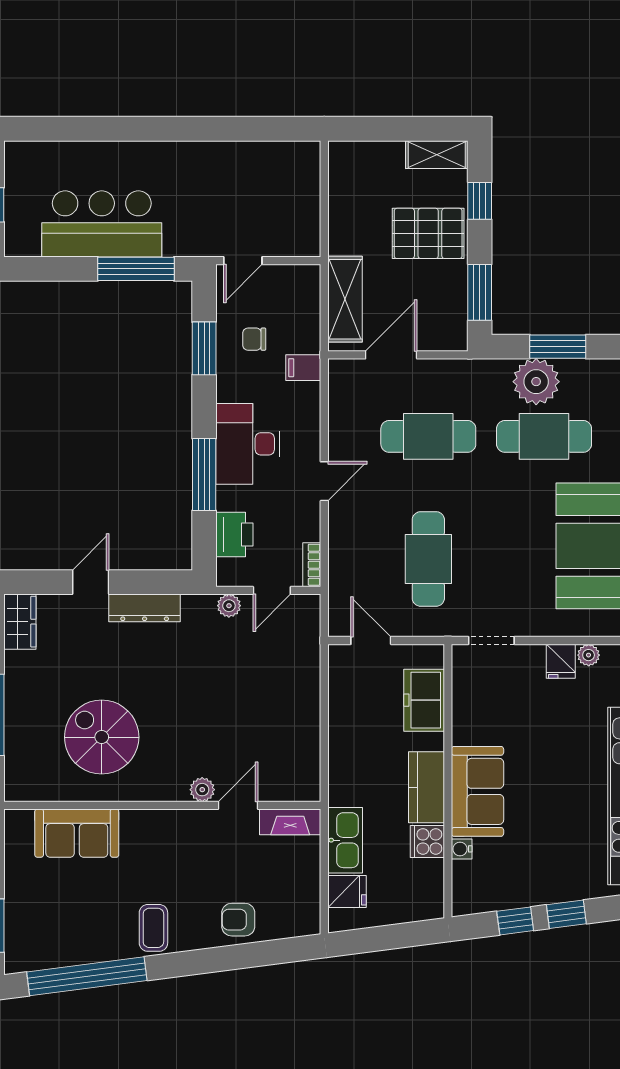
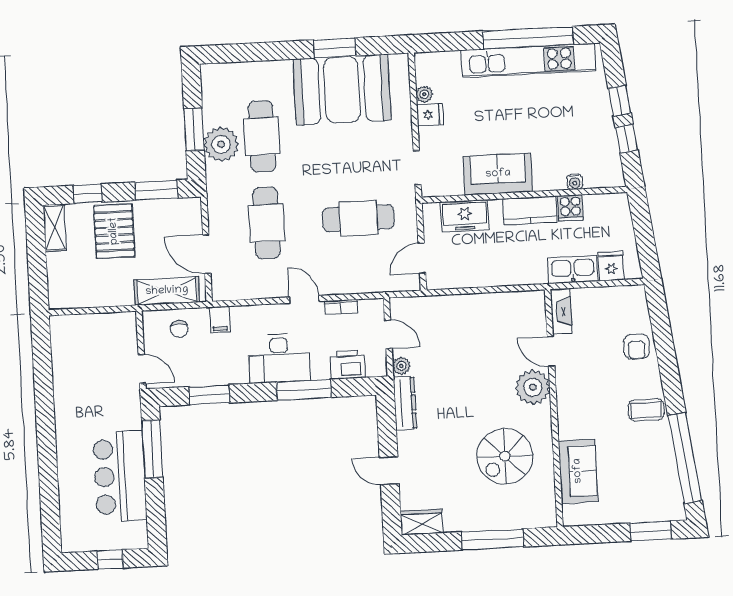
chair: (254, 339) -> (179, 329), moved
bookcase: (312, 565) -> (341, 307), moved
dresser: (145, 608) -> (405, 403), moved
plant: (202, 790) -> (533, 387), width x1.88, depth x1.88
sofa: (477, 791) -> (498, 174), moved

